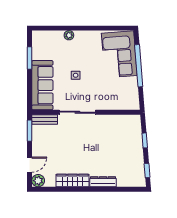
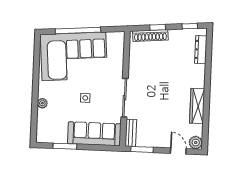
corner sofa: (119, 54) -> (74, 56), width x1.36, depth x1.36
shoe rack: (137, 134) -> (150, 36), added
dresser: (103, 182) -> (201, 50), moved

